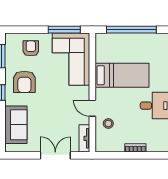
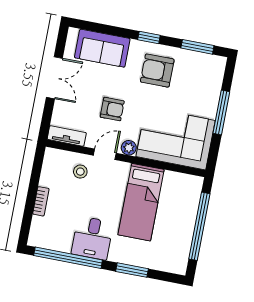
window: (64, 30) -> (221, 112), moved
armchair: (31, 48) -> (112, 109), moved
plant: (84, 92) -> (129, 148), added
double door: (55, 155) -> (54, 78), moved

